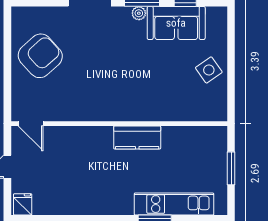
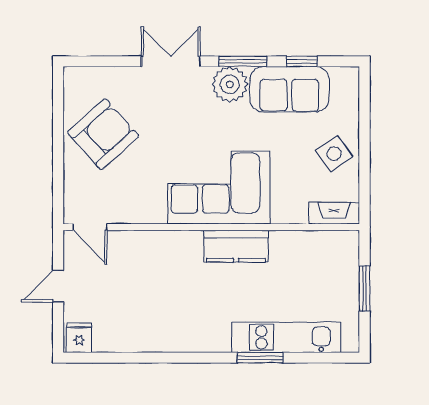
plant: (139, 13) -> (230, 84), width x1.87, depth x1.87
corner sofa: (125, 95) -> (219, 188), added
fireplace: (209, 113) -> (334, 213), added

